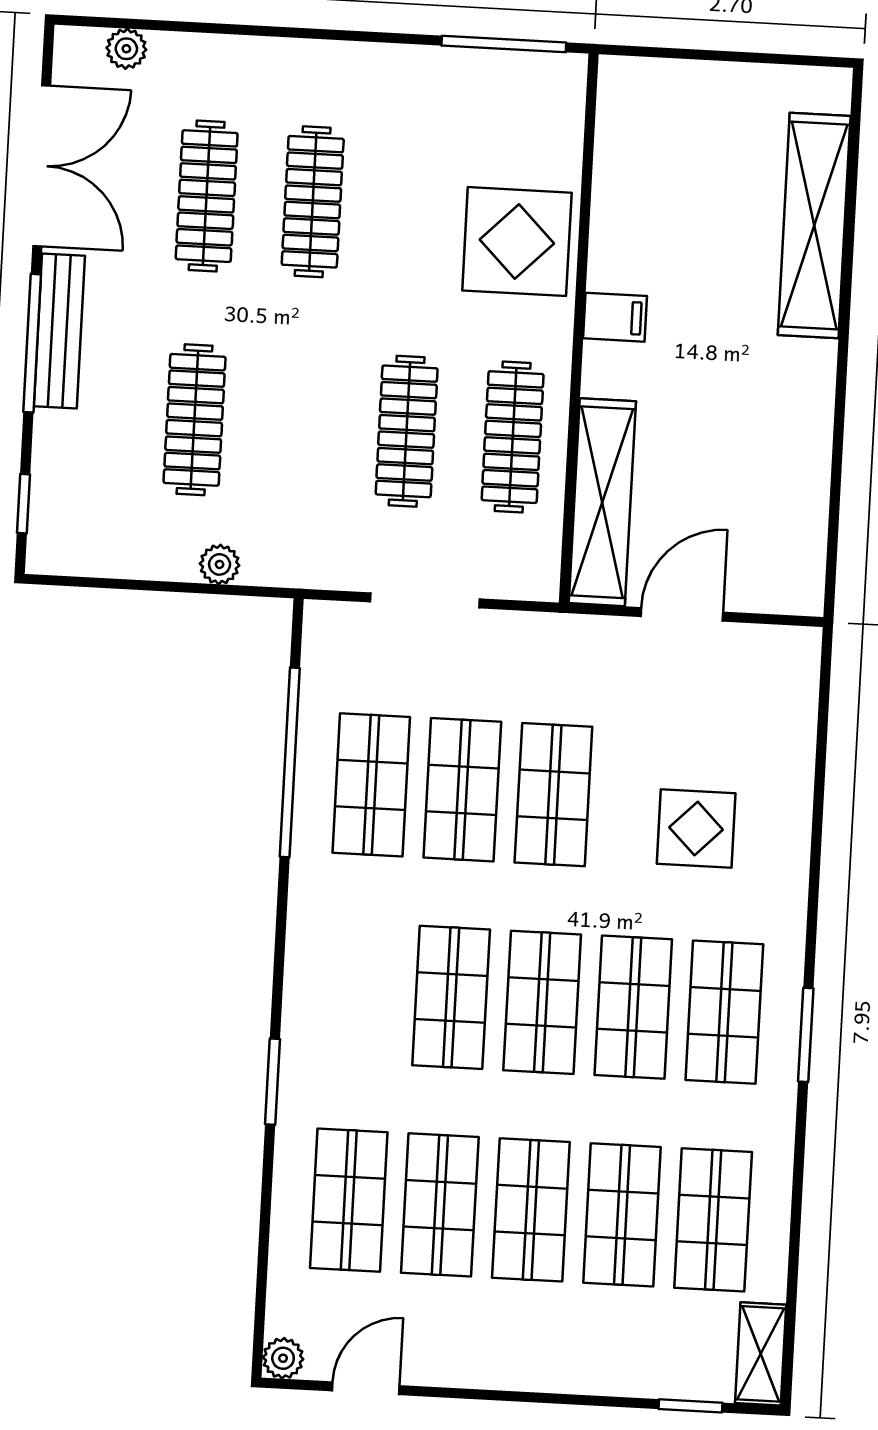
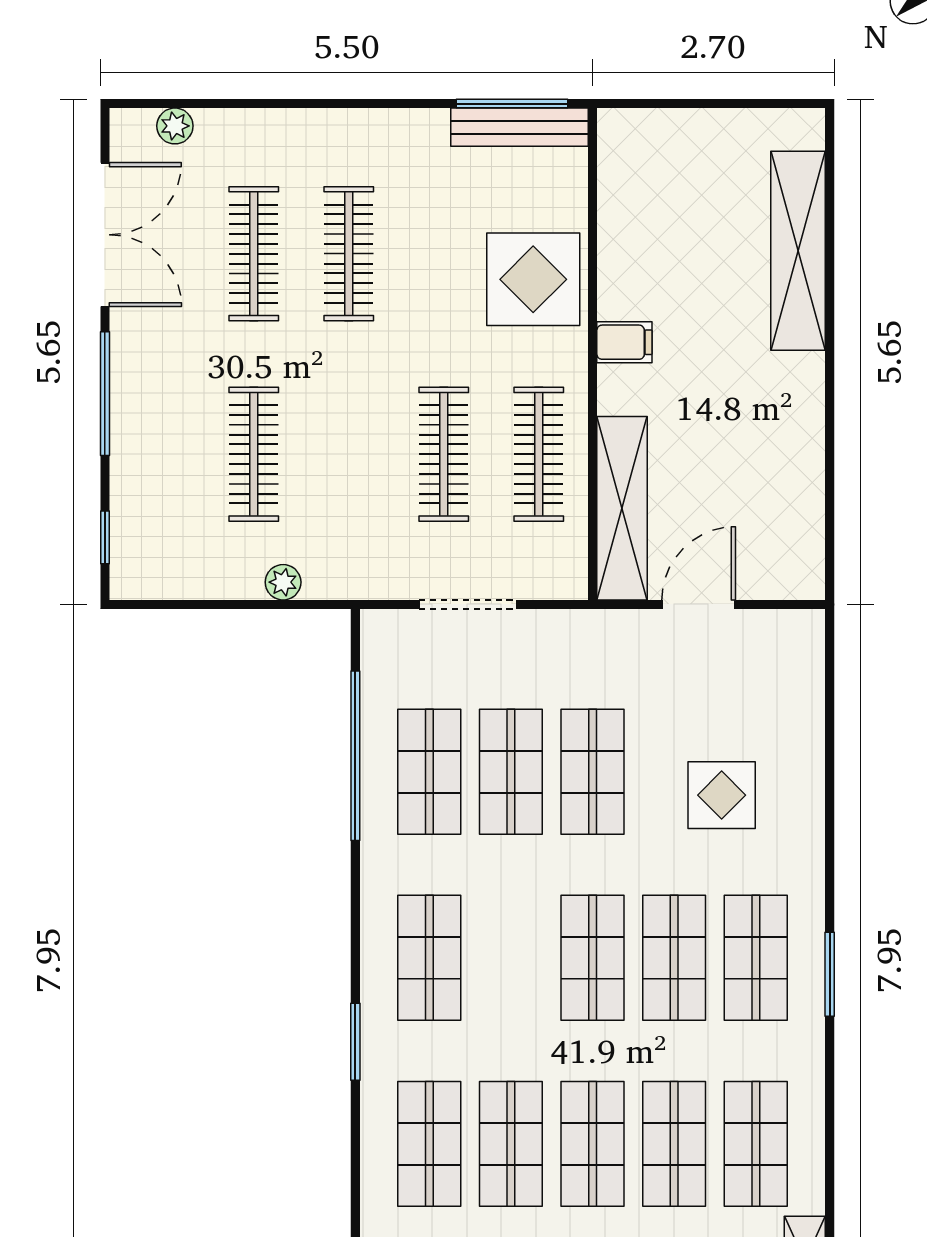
bench: (59, 331) -> (519, 127), moved, turned 90
shop shelf: (451, 997) -> (429, 958), moved

